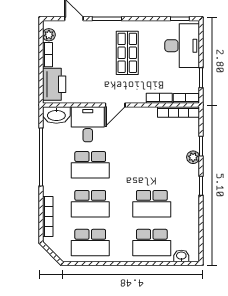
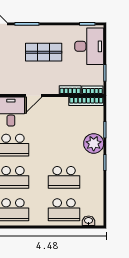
shop shelf: (127, 53) -> (44, 52), turned 90
plant: (193, 157) -> (94, 143), width x1.87, depth x1.87

